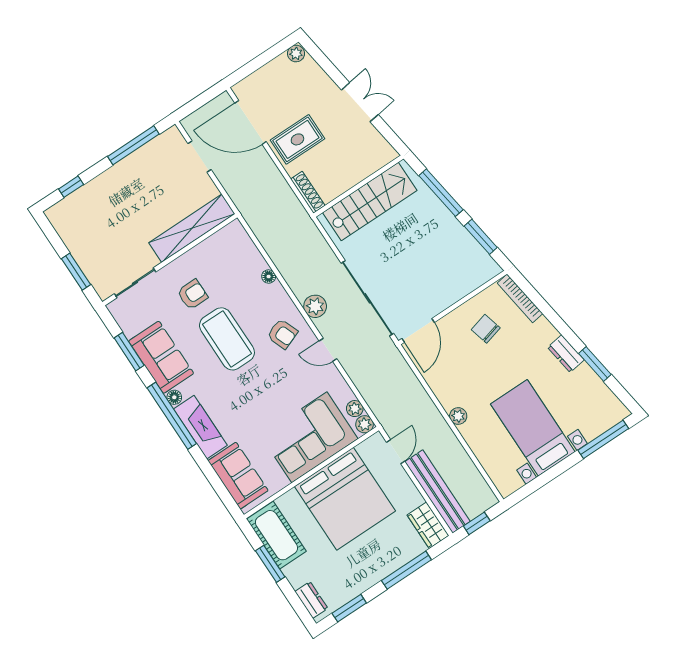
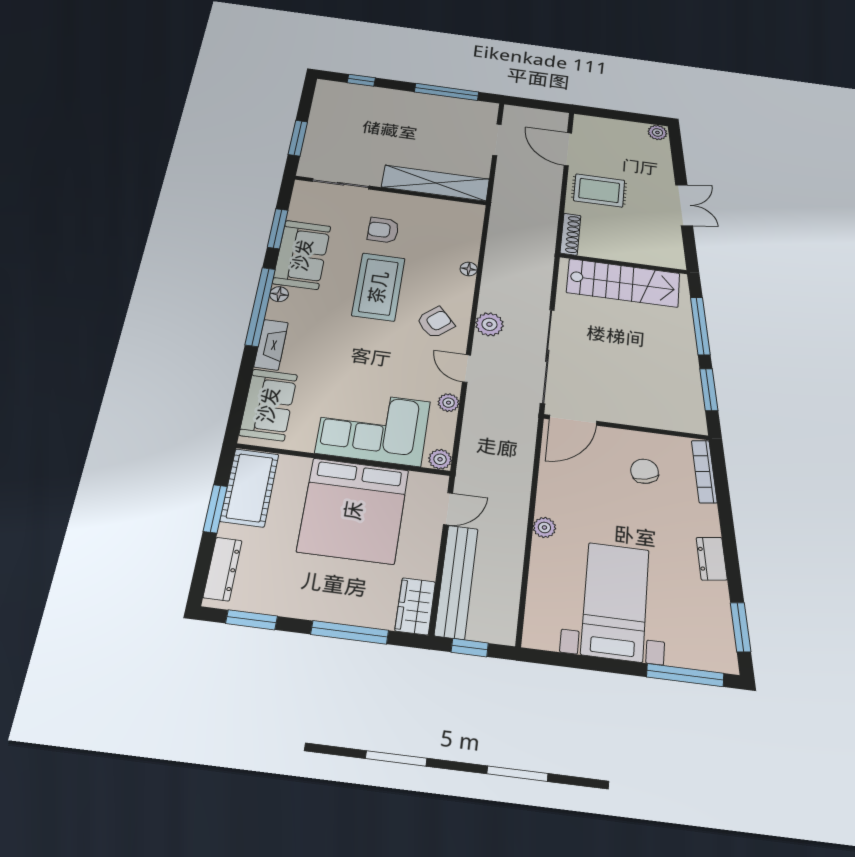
door: (251, 122) -> (568, 149), width x0.73
armchair: (192, 294) -> (383, 230), turned 180
armchair: (282, 334) -> (435, 322), turned -110
window: (595, 364) -> (741, 627), moved
plant: (355, 409) -> (449, 403), moved
fireplace: (200, 427) -> (271, 345), width x0.73, depth x0.76
dresser: (311, 600) -> (223, 569), width x1.44

